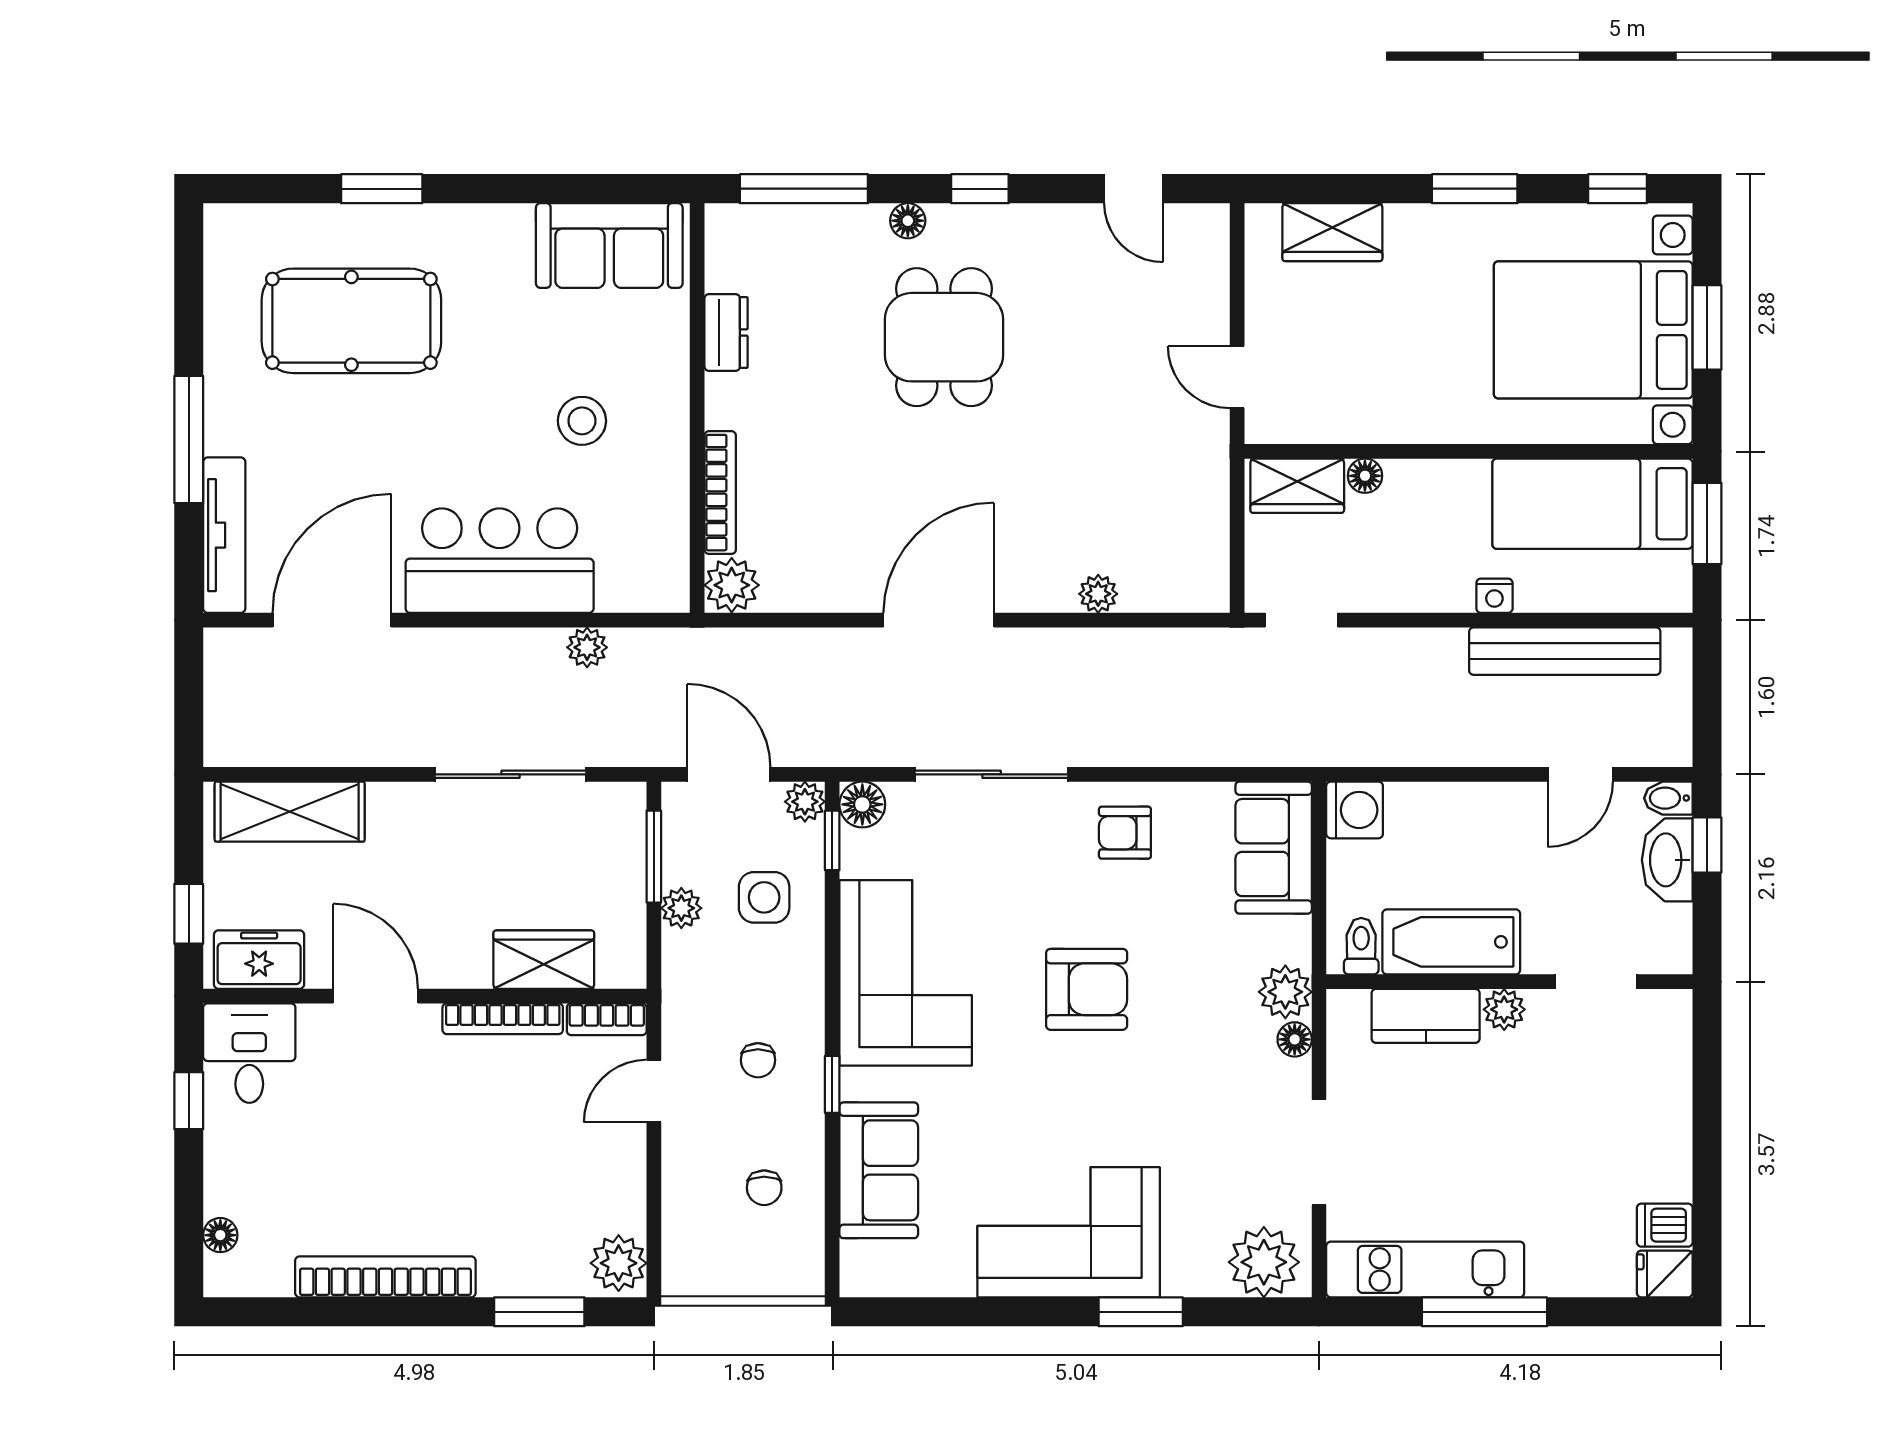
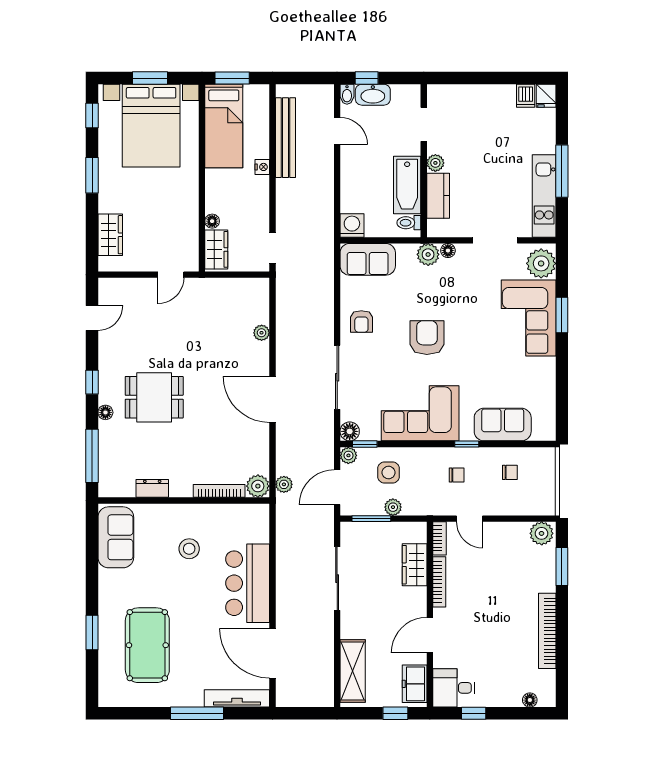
plant: (587, 647) -> (284, 484), moved
corner sofa: (1069, 1232) -> (529, 318), moved

